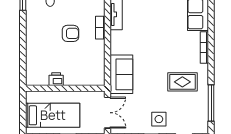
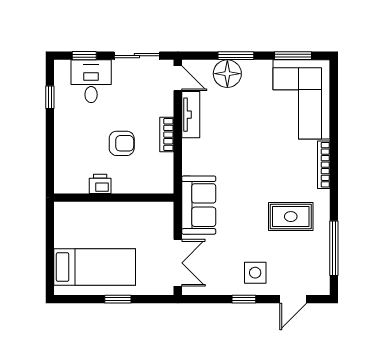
printer: (56, 79) -> (100, 184), moved
wall: (65, 88) -> (114, 198), moved

